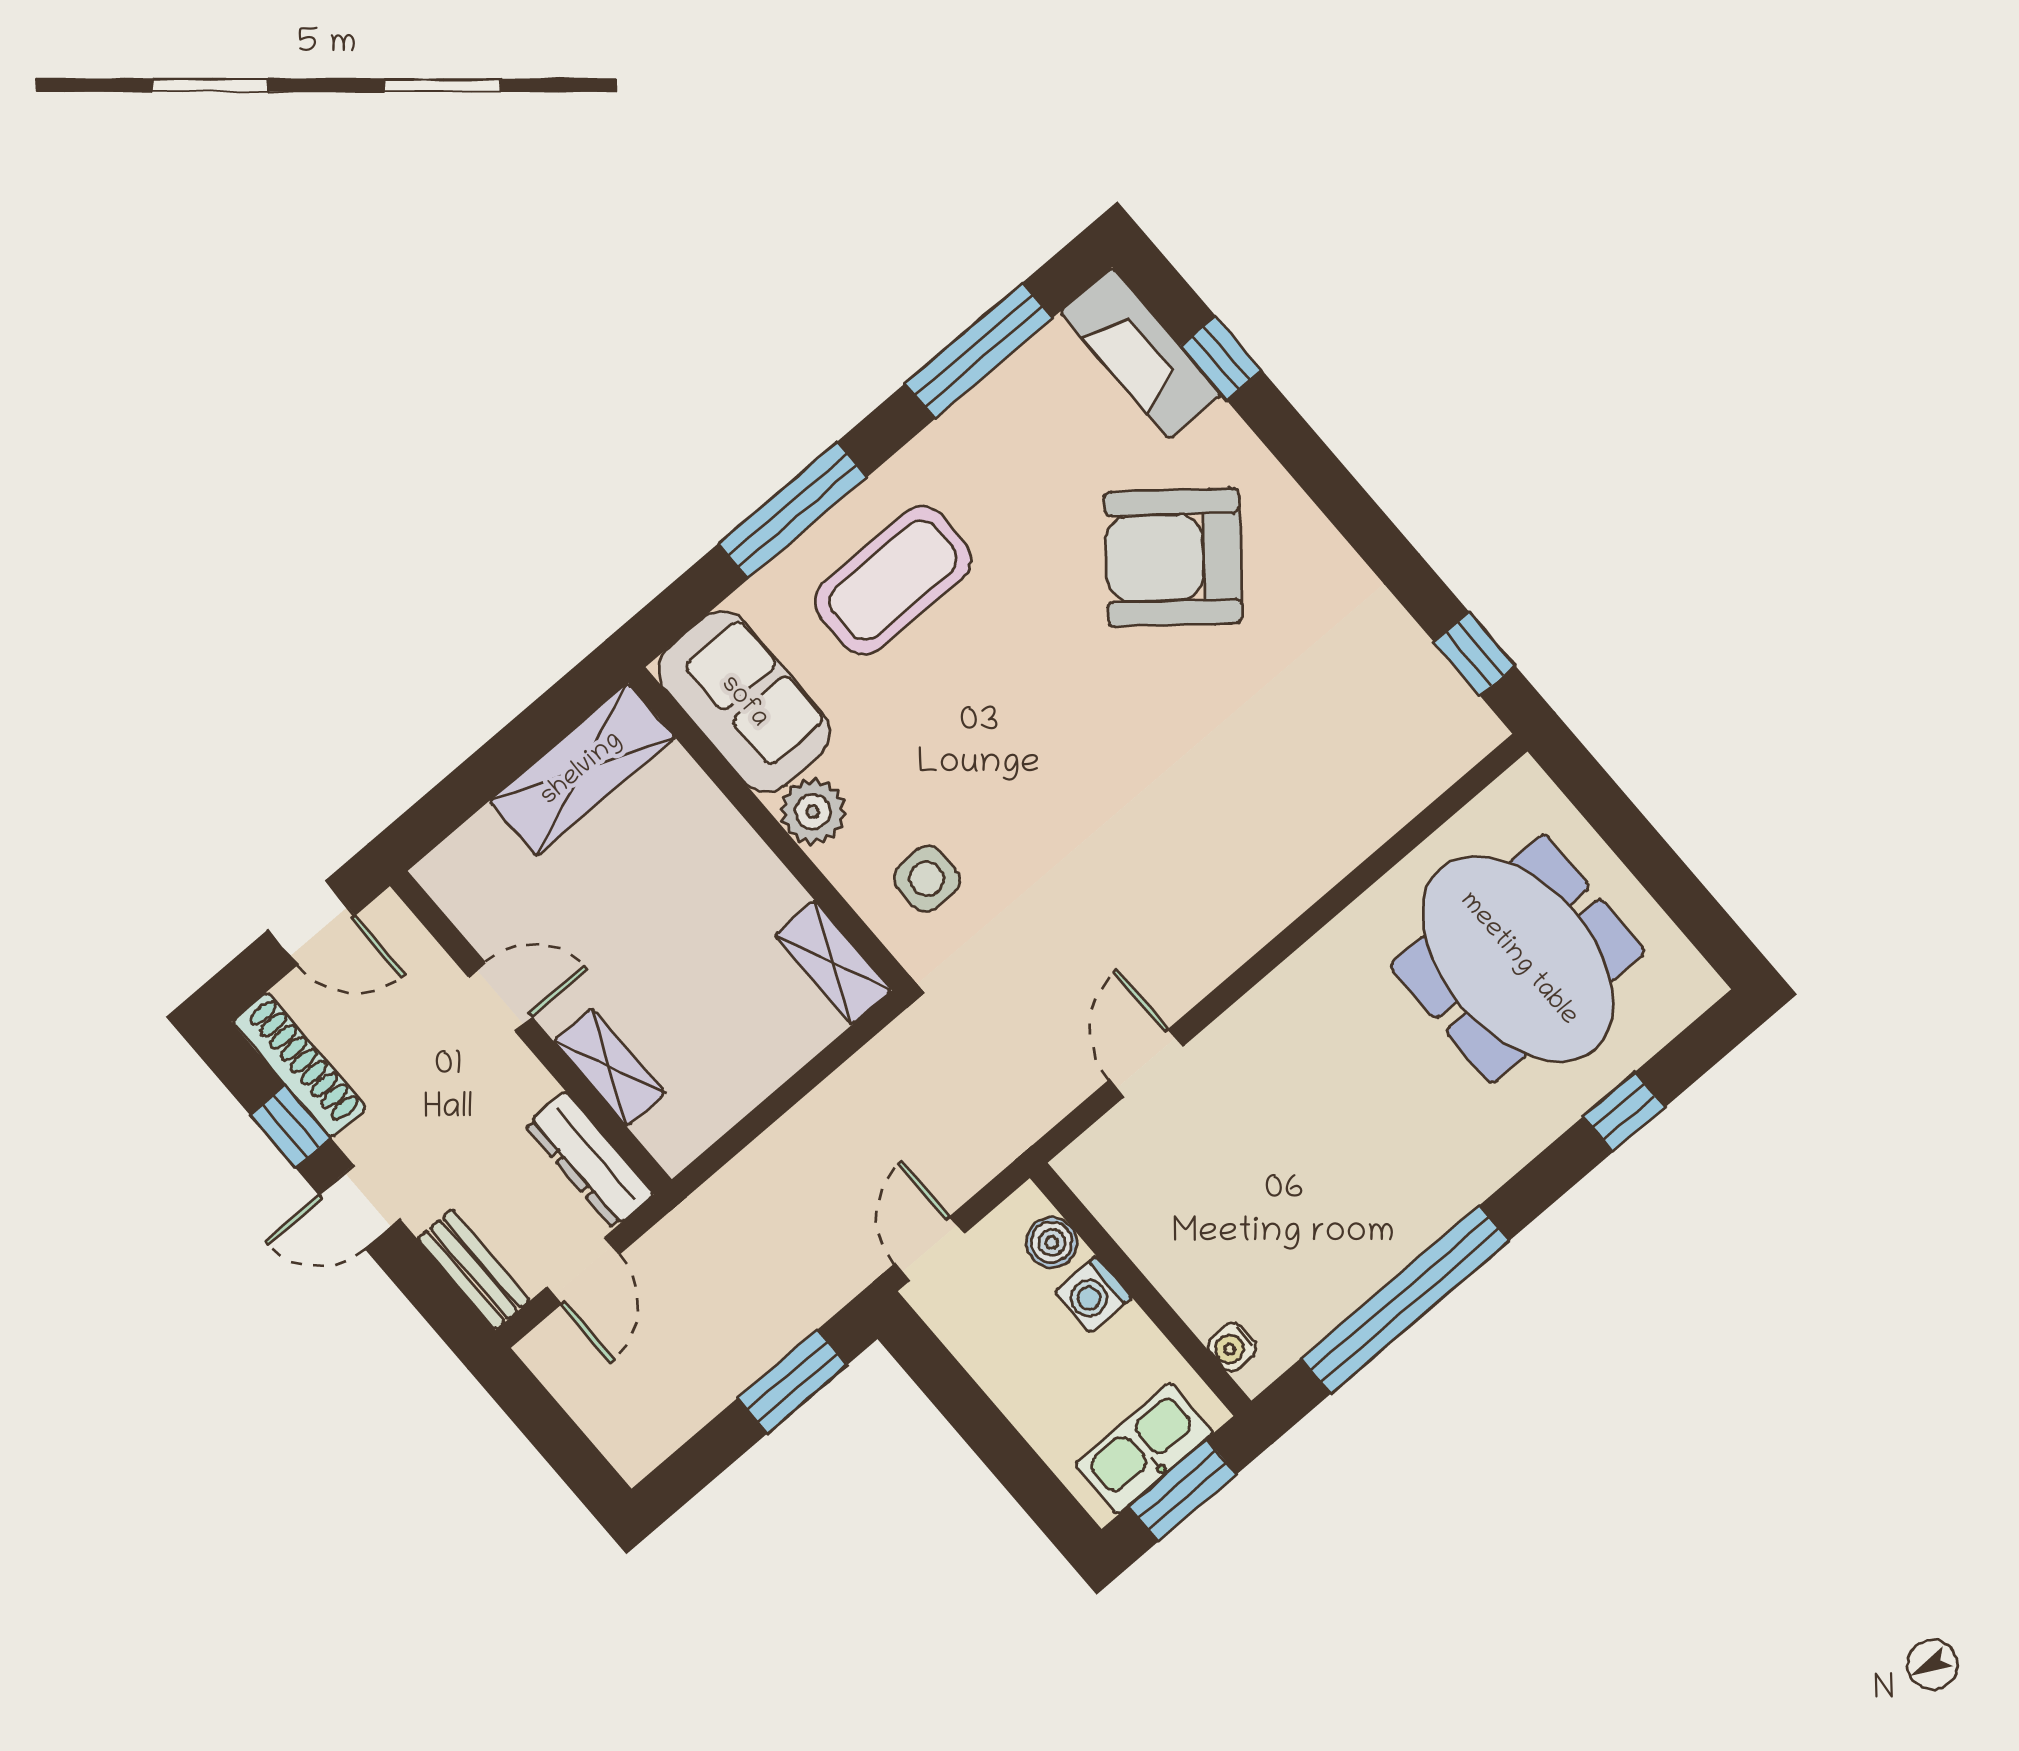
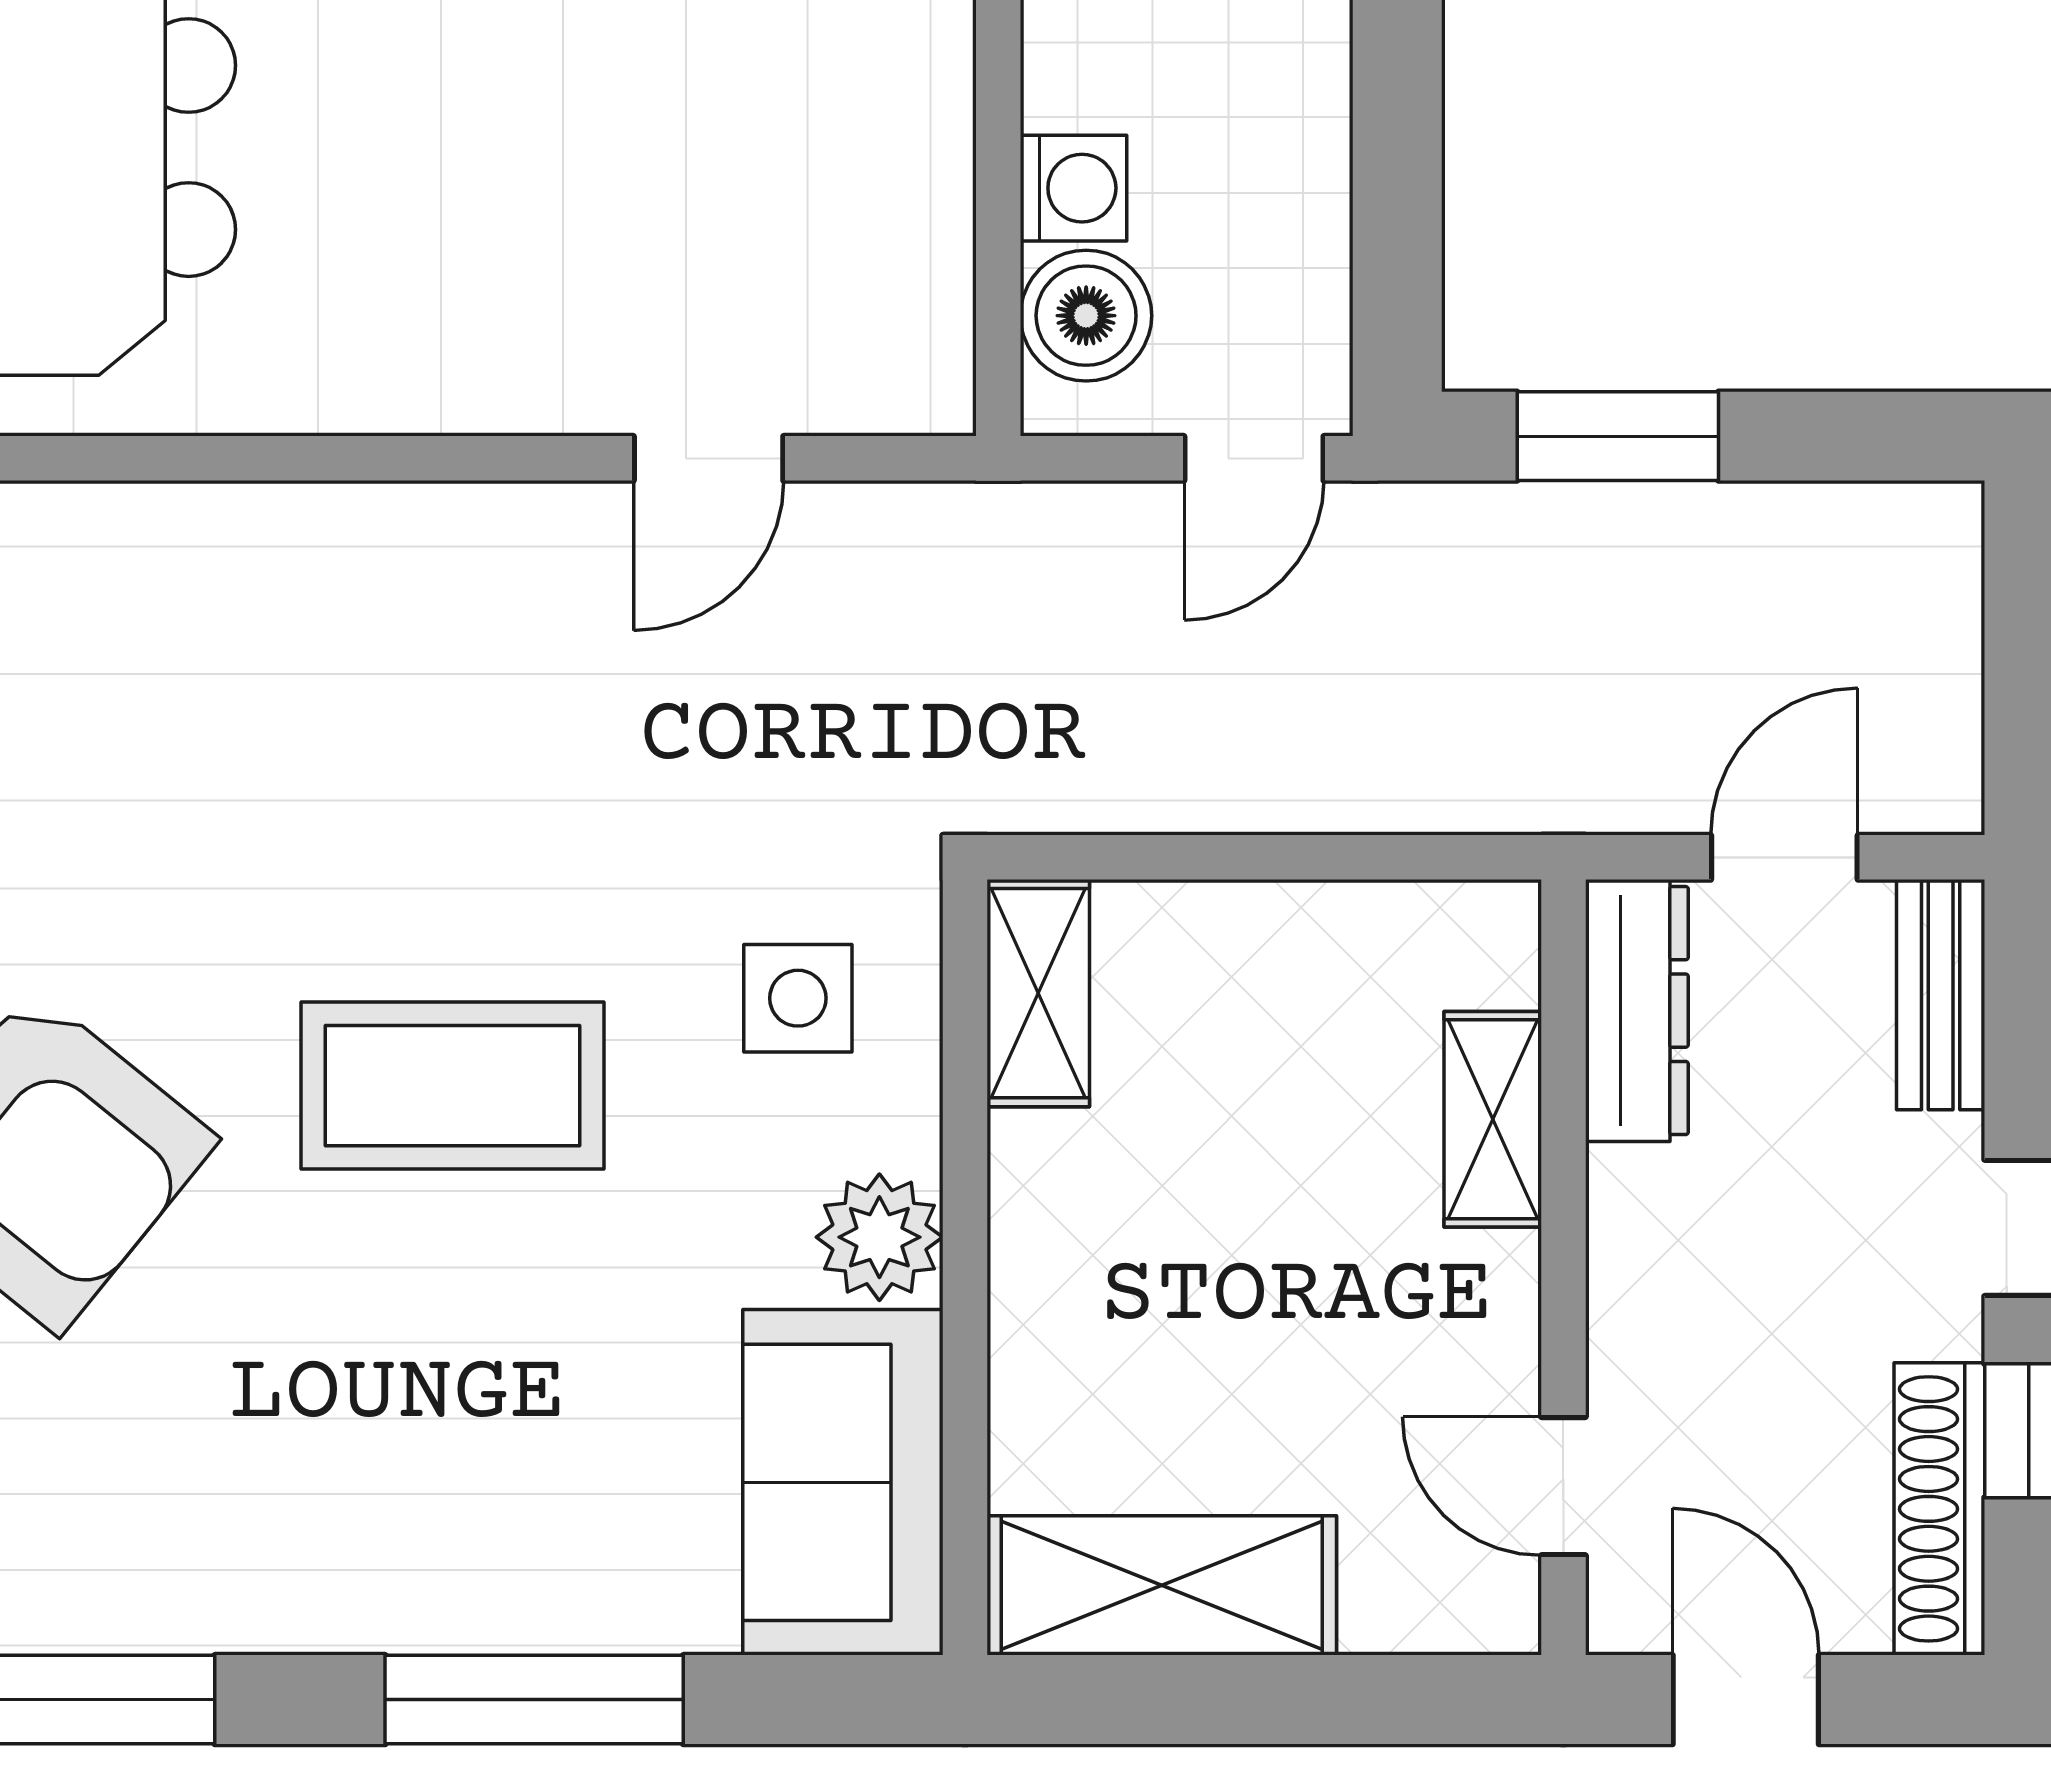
coffee table: (893, 580) -> (452, 1086), moved
door: (500, 997) -> (1563, 1486), moved
boiler: (1052, 1242) -> (1086, 316), width x1.36, depth x1.36

